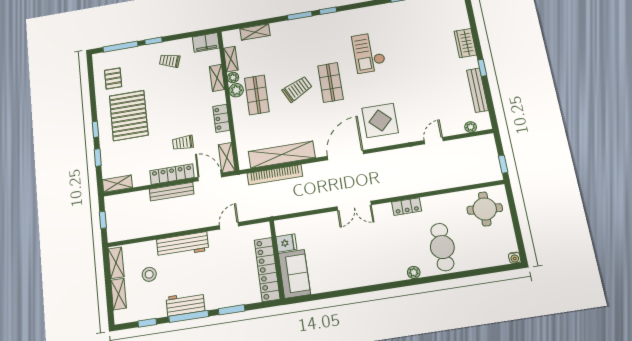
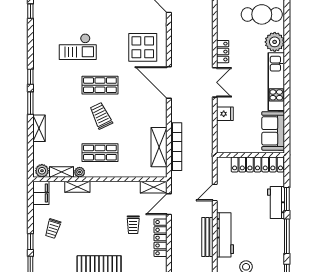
shelving: (255, 32) -> (39, 128), moved
plant: (236, 90) -> (42, 171), moved
locker: (221, 118) -> (116, 187), removed
shelving: (282, 155) -> (159, 147), width x0.68
bench: (172, 192) -> (207, 237), moved
locker: (407, 207) -> (223, 52), moved
door: (229, 226) -> (215, 192), hinge flipped
fridge: (286, 243) -> (225, 114), moved, turned 90
plant: (414, 272) -> (275, 42), width x1.88, depth x1.88
sofa: (294, 274) -> (273, 131), moved, turned -90
kitchen unit: (366, 276) -> (276, 82), added
workbench: (185, 304) -> (276, 202), moved

